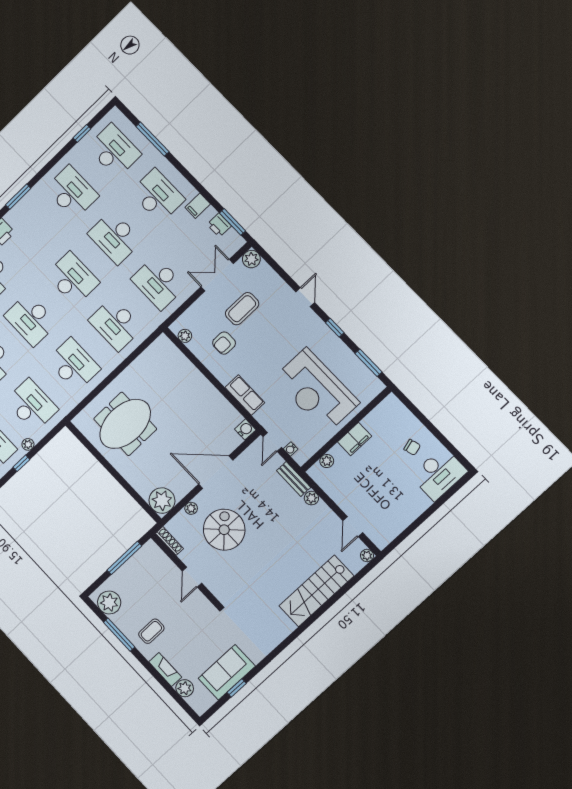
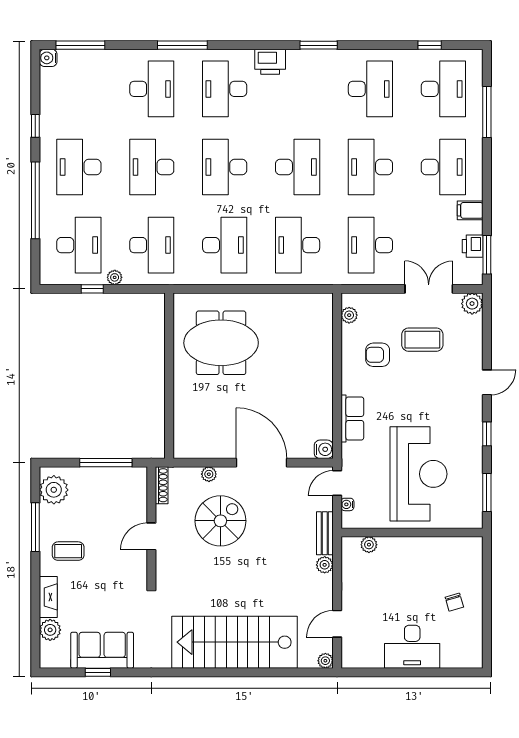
reception desk: (316, 391) -> (419, 474), turned 180
filing cabinet: (355, 439) -> (411, 548), removed
desk: (439, 474) -> (412, 647), moved
plant: (162, 501) -> (189, 443), removed
stairs: (316, 591) -> (235, 642), width x1.36, depth x1.51

